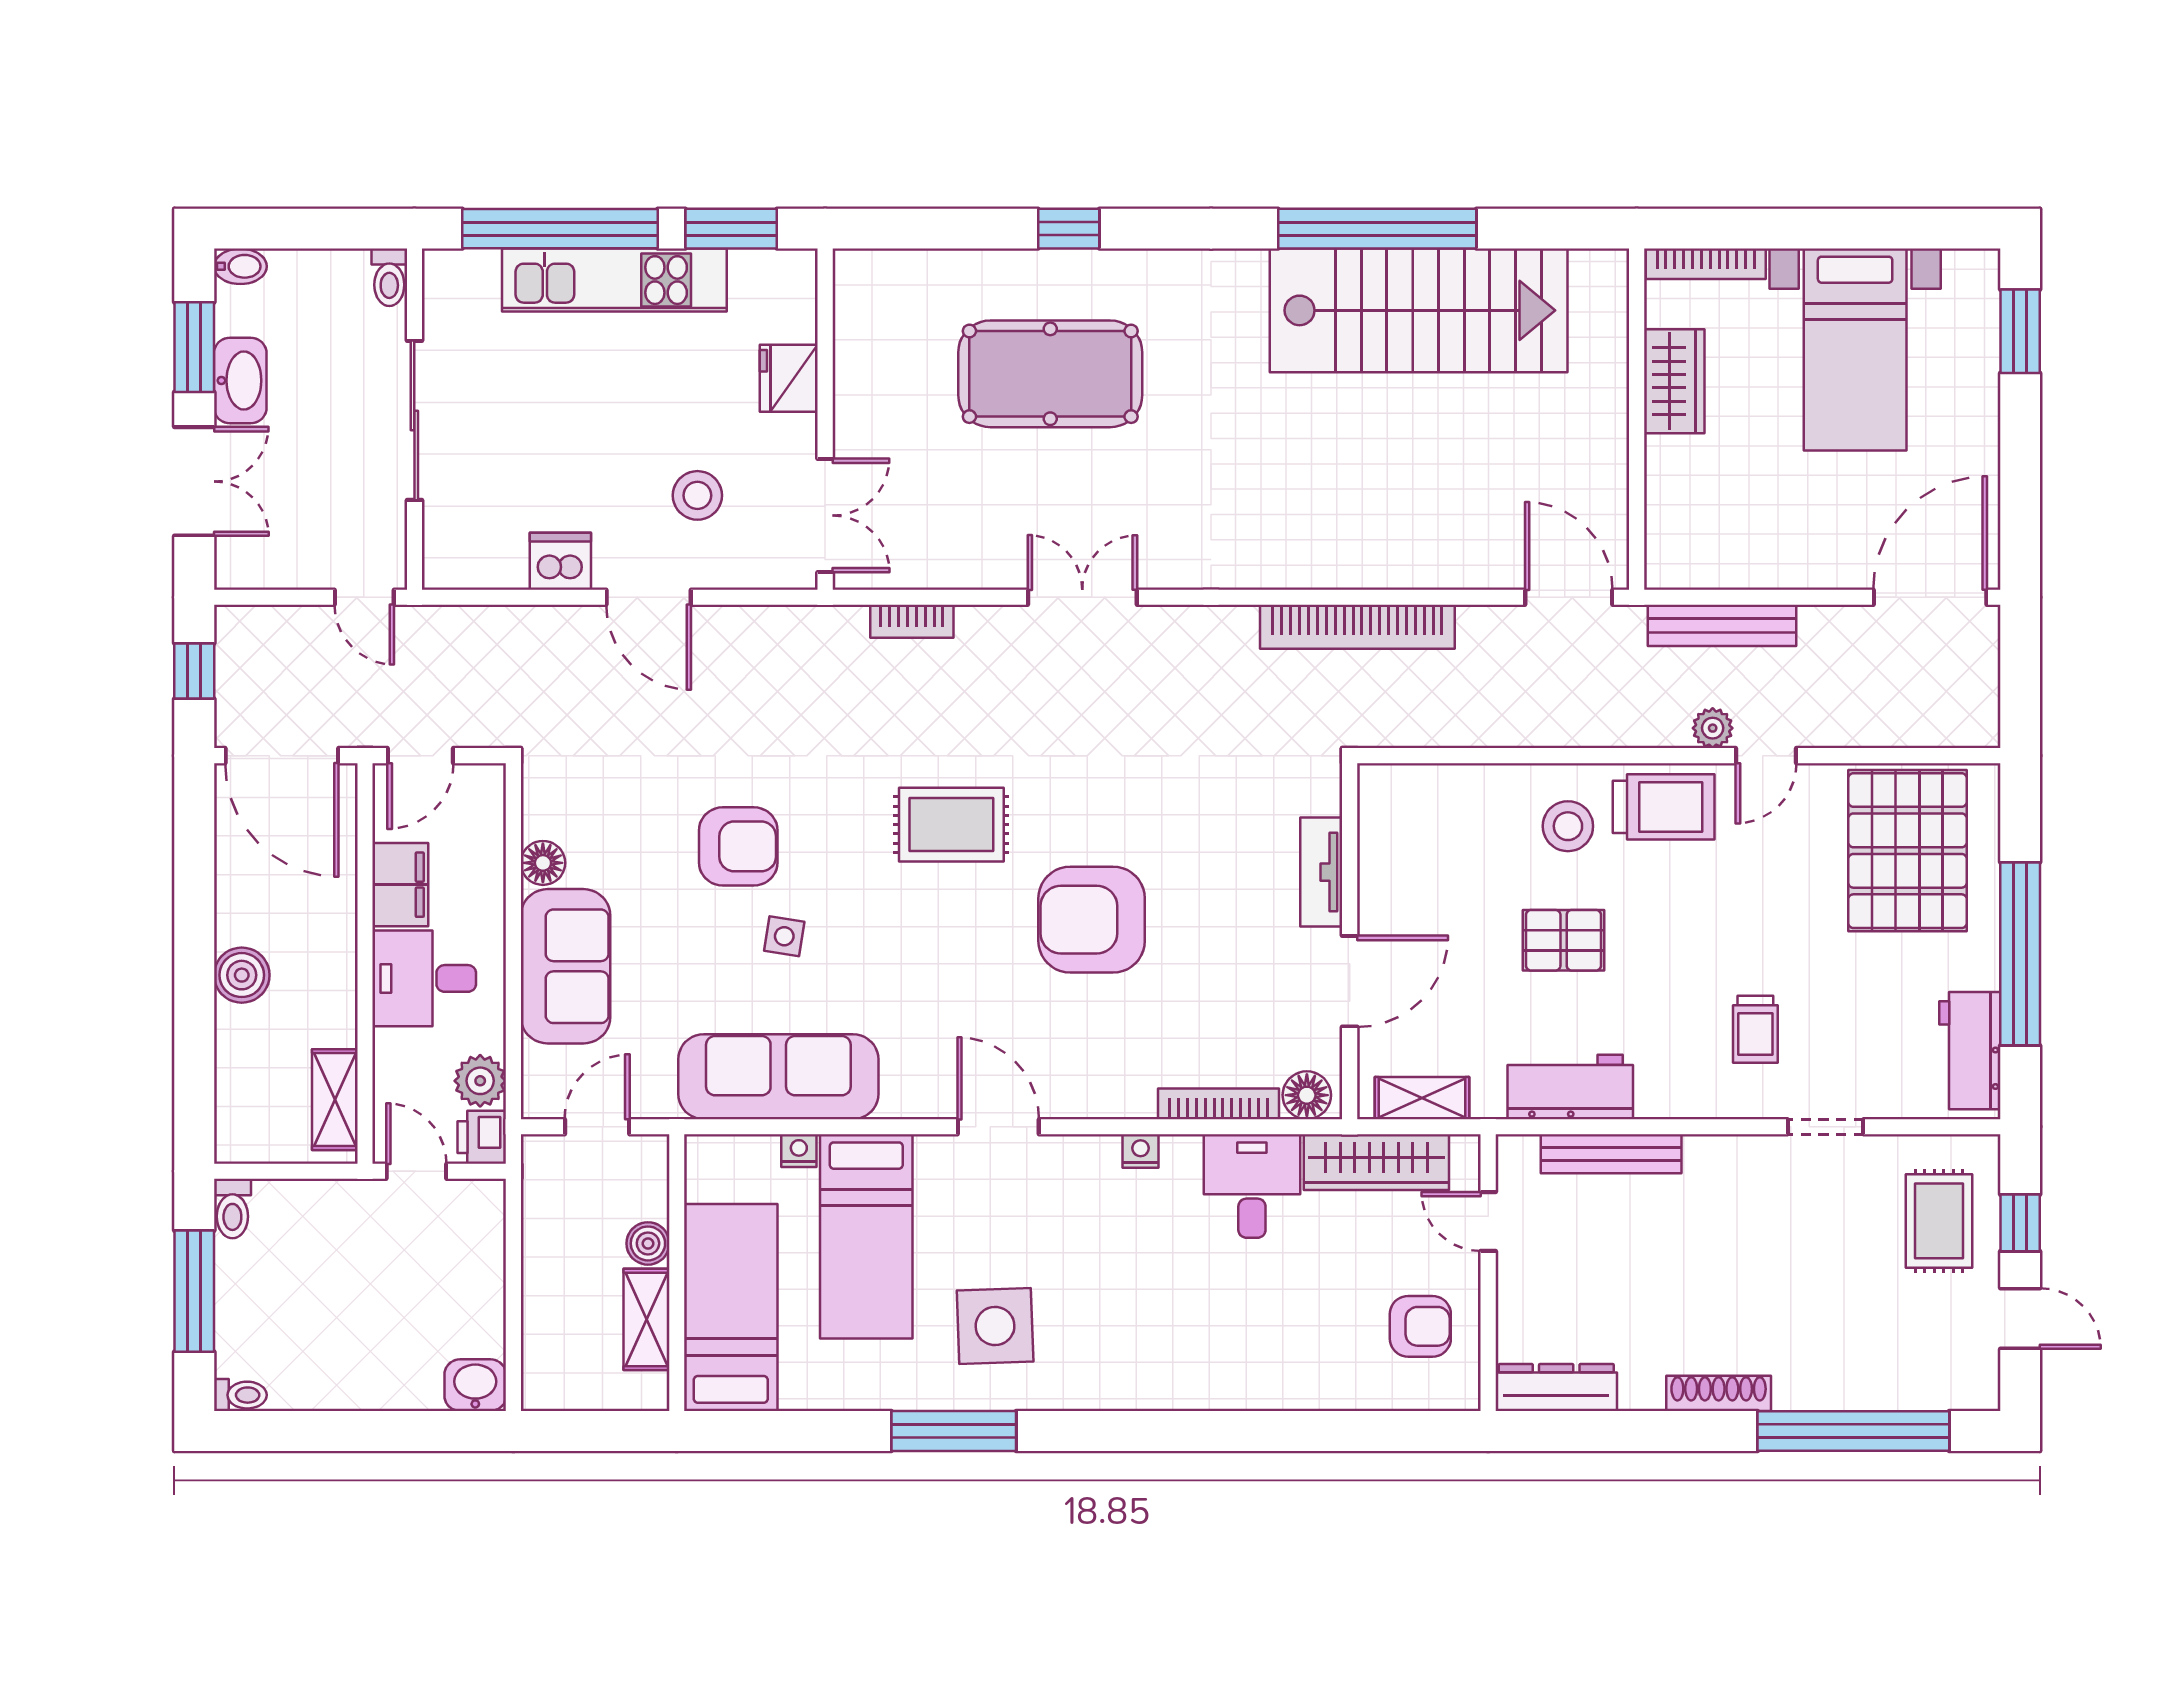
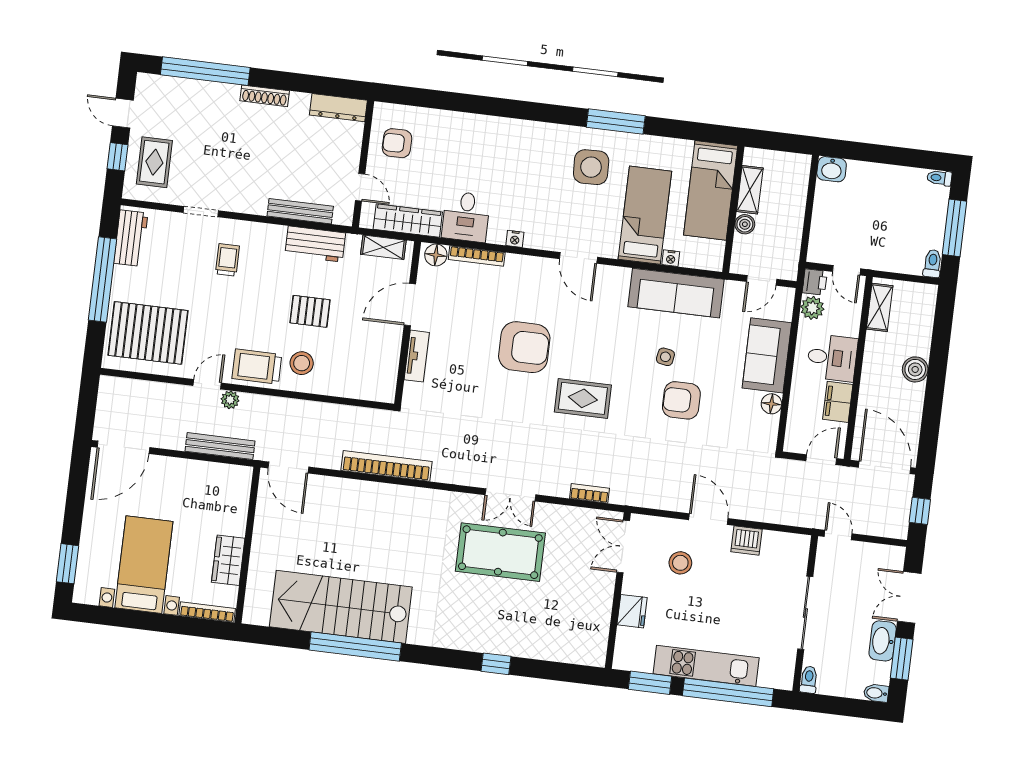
pool table: (1050, 374) -> (500, 552), moved
pallet: (1908, 851) -> (148, 333), turned 90

